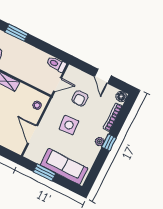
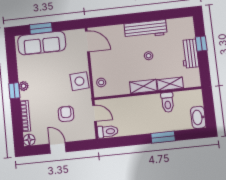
door: (58, 85) -> (94, 113), swing flipped
side table: (69, 125) -> (79, 81), moved
door: (32, 134) -> (87, 41), moved
window: (45, 172) -> (41, 28), moved

